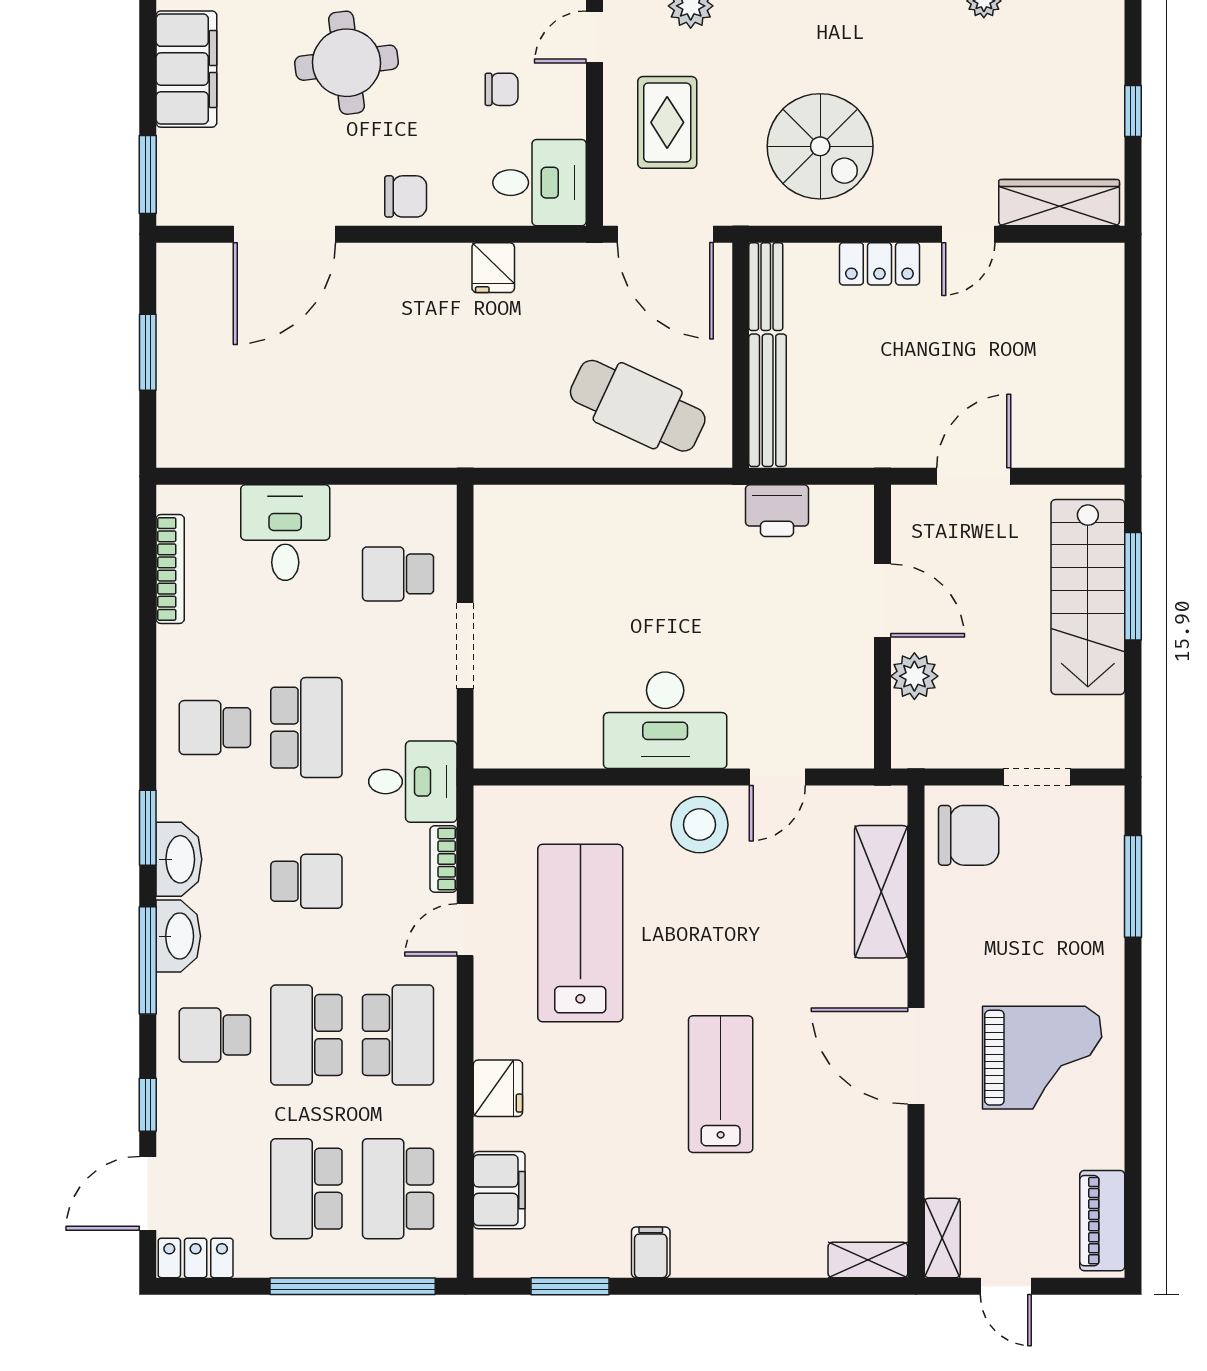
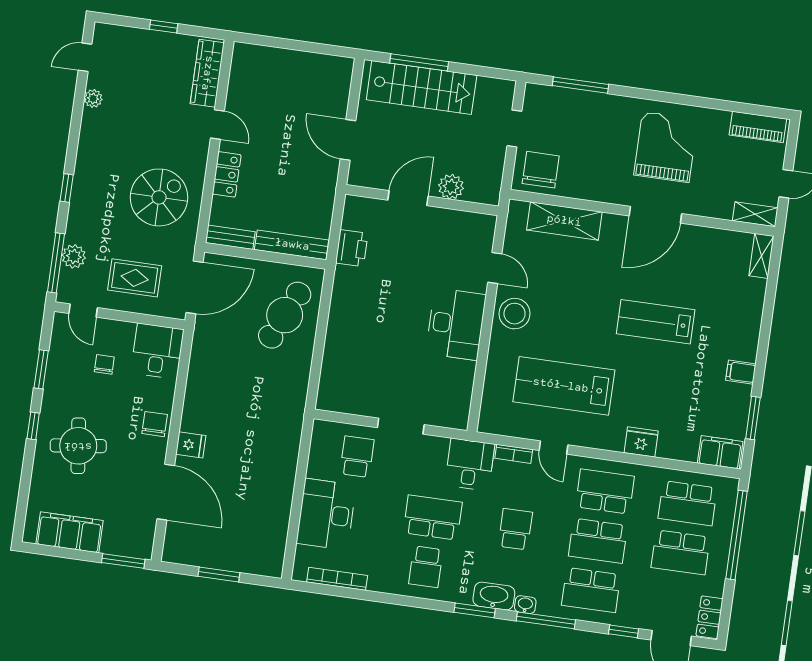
fridge: (493, 268) -> (191, 445), moved
desk: (285, 533) -> (326, 514), width x1.37
school desk: (398, 574) -> (357, 457), turned 180
washbasin: (178, 936) -> (525, 605), width x0.52, depth x0.69
school desk: (215, 1035) -> (591, 590), width x1.85
filing cabinet: (499, 1190) -> (720, 452), moved

